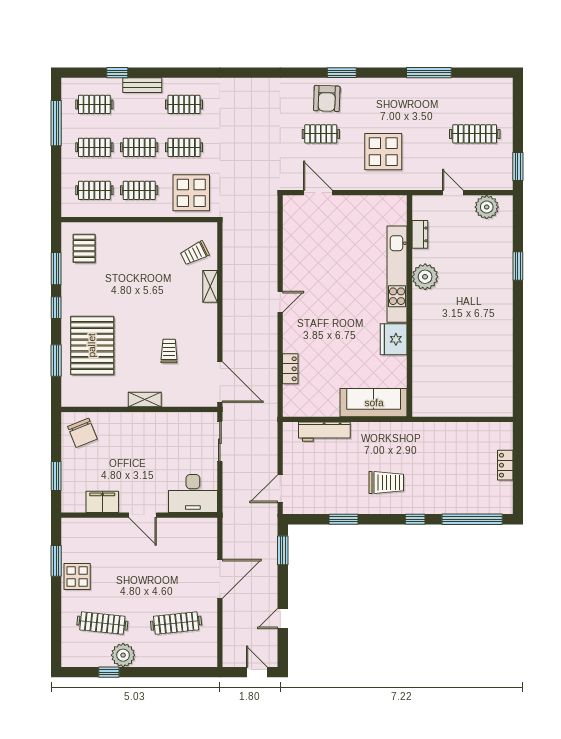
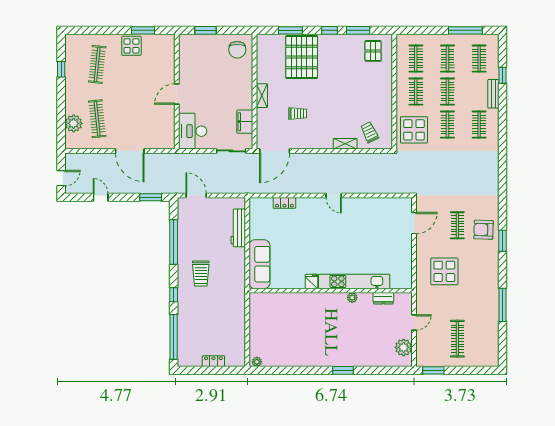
pallet: (84, 248) -> (373, 51), turned 90
window: (518, 266) -> (343, 370), moved
plant: (425, 277) -> (352, 298), width x0.53, depth x0.53
fridge: (394, 339) -> (312, 281), width x0.53, depth x0.75
pallet: (92, 345) -> (302, 57), turned 90
plant: (506, 406) -> (257, 362), added
chair: (82, 433) -> (237, 50), turned -68
filing cabinet: (102, 502) -> (245, 122), moved, turned 180
window: (344, 519) -> (174, 242), width x2.11
plant: (123, 655) -> (74, 123), moved

